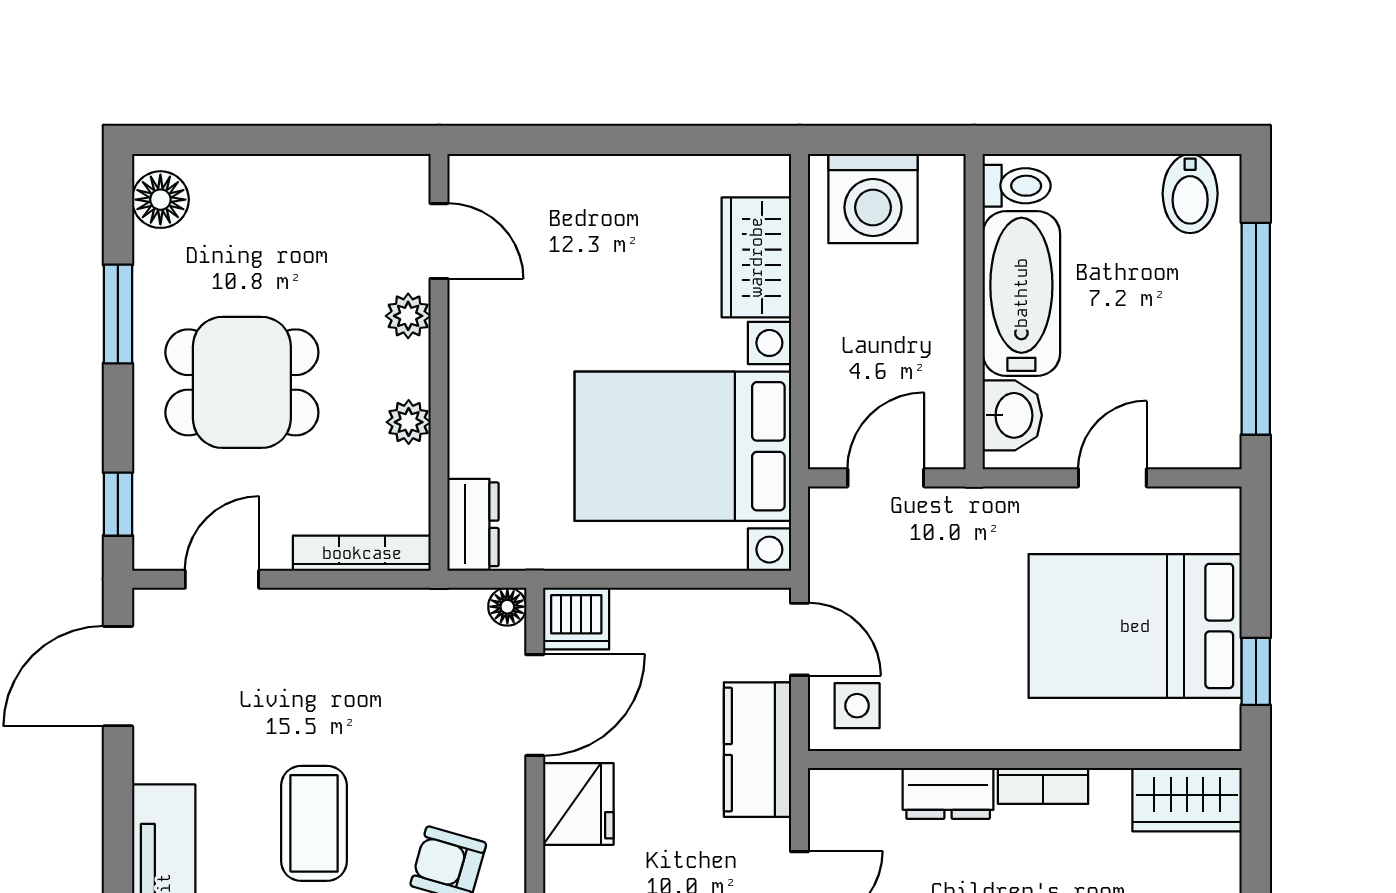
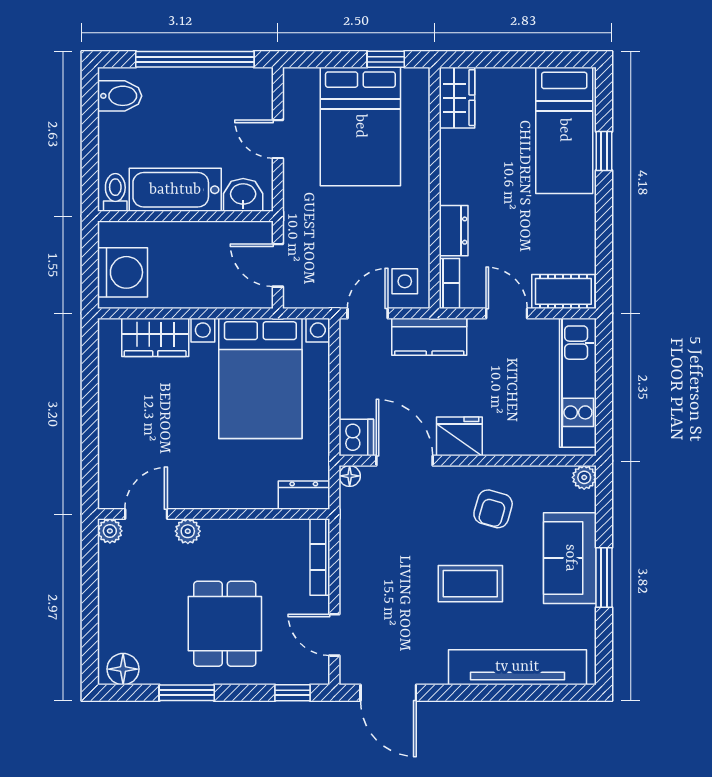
plant: (409, 422) -> (110, 531), moved
bookcase: (1043, 786) -> (449, 283), moved

